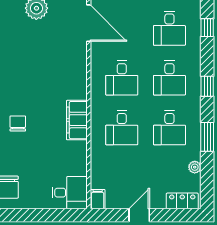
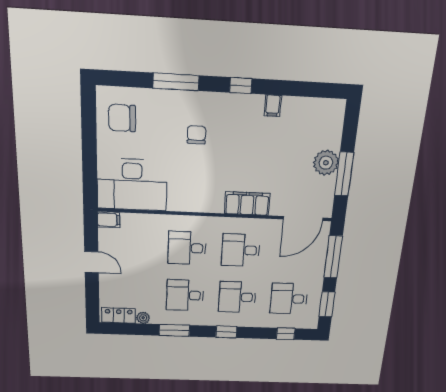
filing cabinet: (77, 120) -> (247, 203), moved
chair: (18, 124) -> (197, 135), turned -90
desk: (70, 193) -> (132, 185), width x1.87, depth x1.30
locker: (182, 201) -> (119, 315), moved, turned -90

